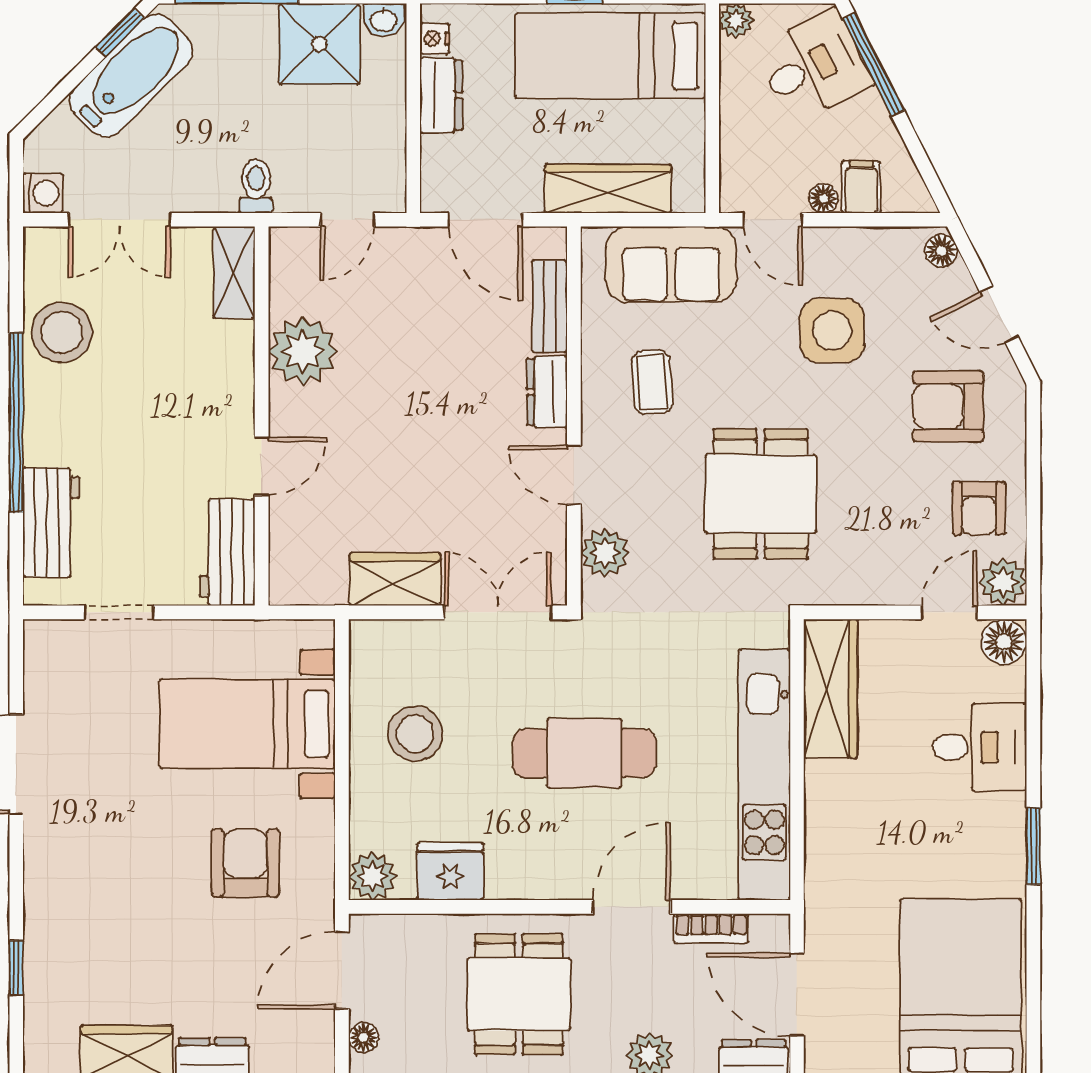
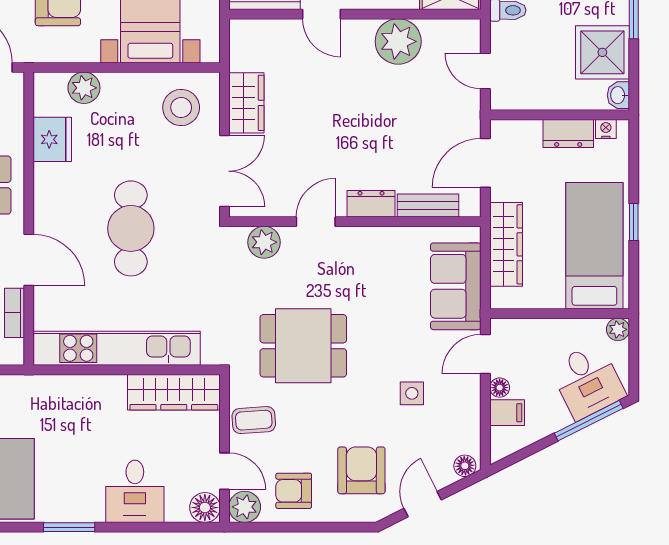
side table: (832, 331) -> (412, 393), width x0.54, depth x0.54
coffee table: (652, 382) -> (254, 420), moved
stool: (415, 734) -> (181, 108), moved
plant: (372, 876) -> (84, 88), moved

